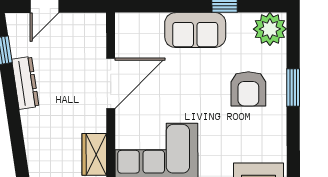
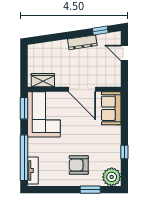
sofa: (195, 30) -> (111, 108), moved
window: (293, 88) -> (90, 190), moved

